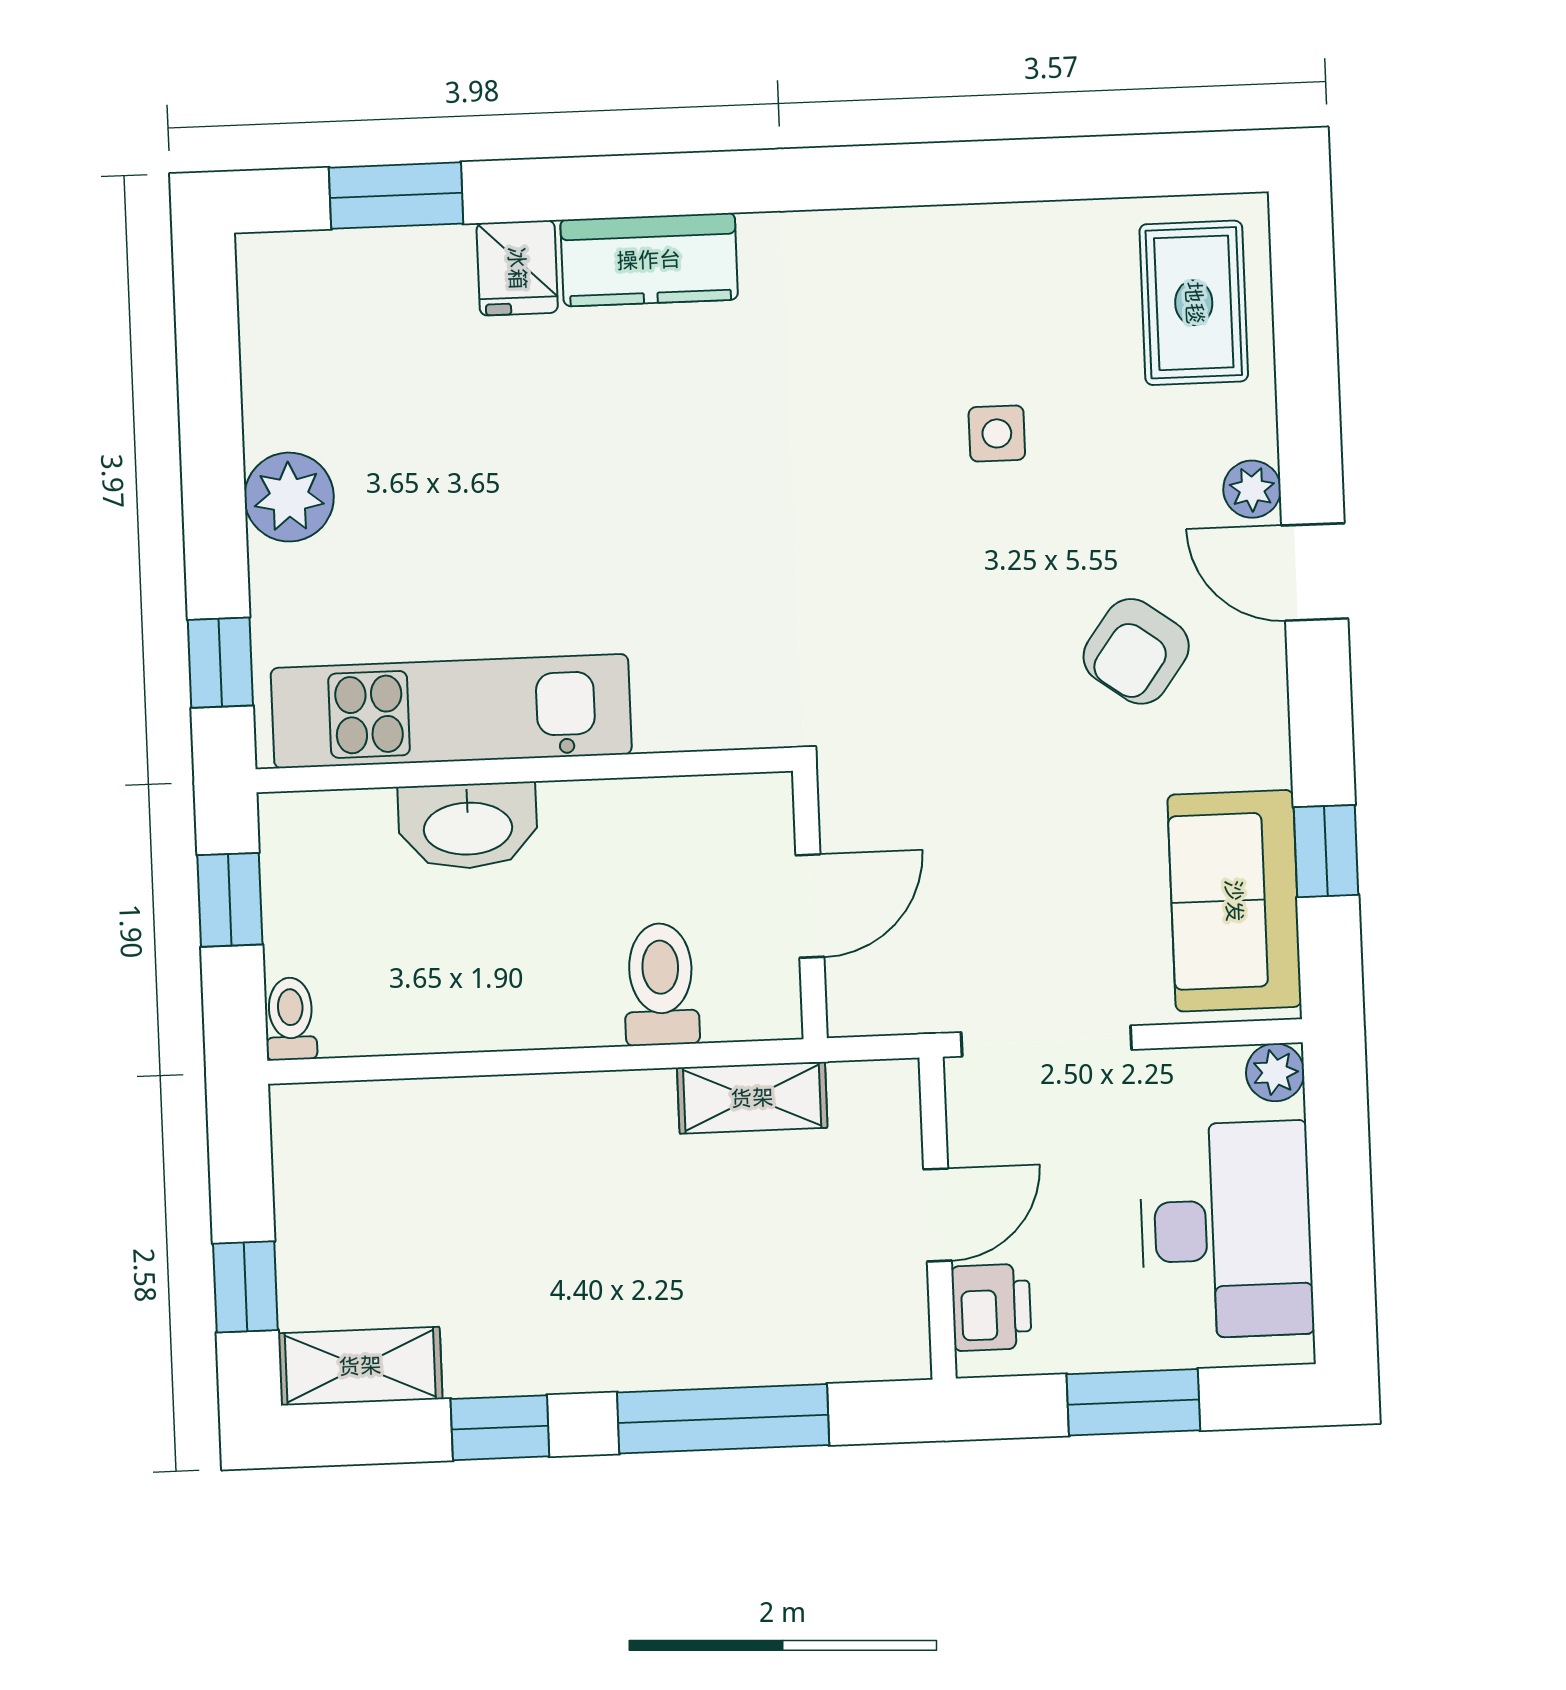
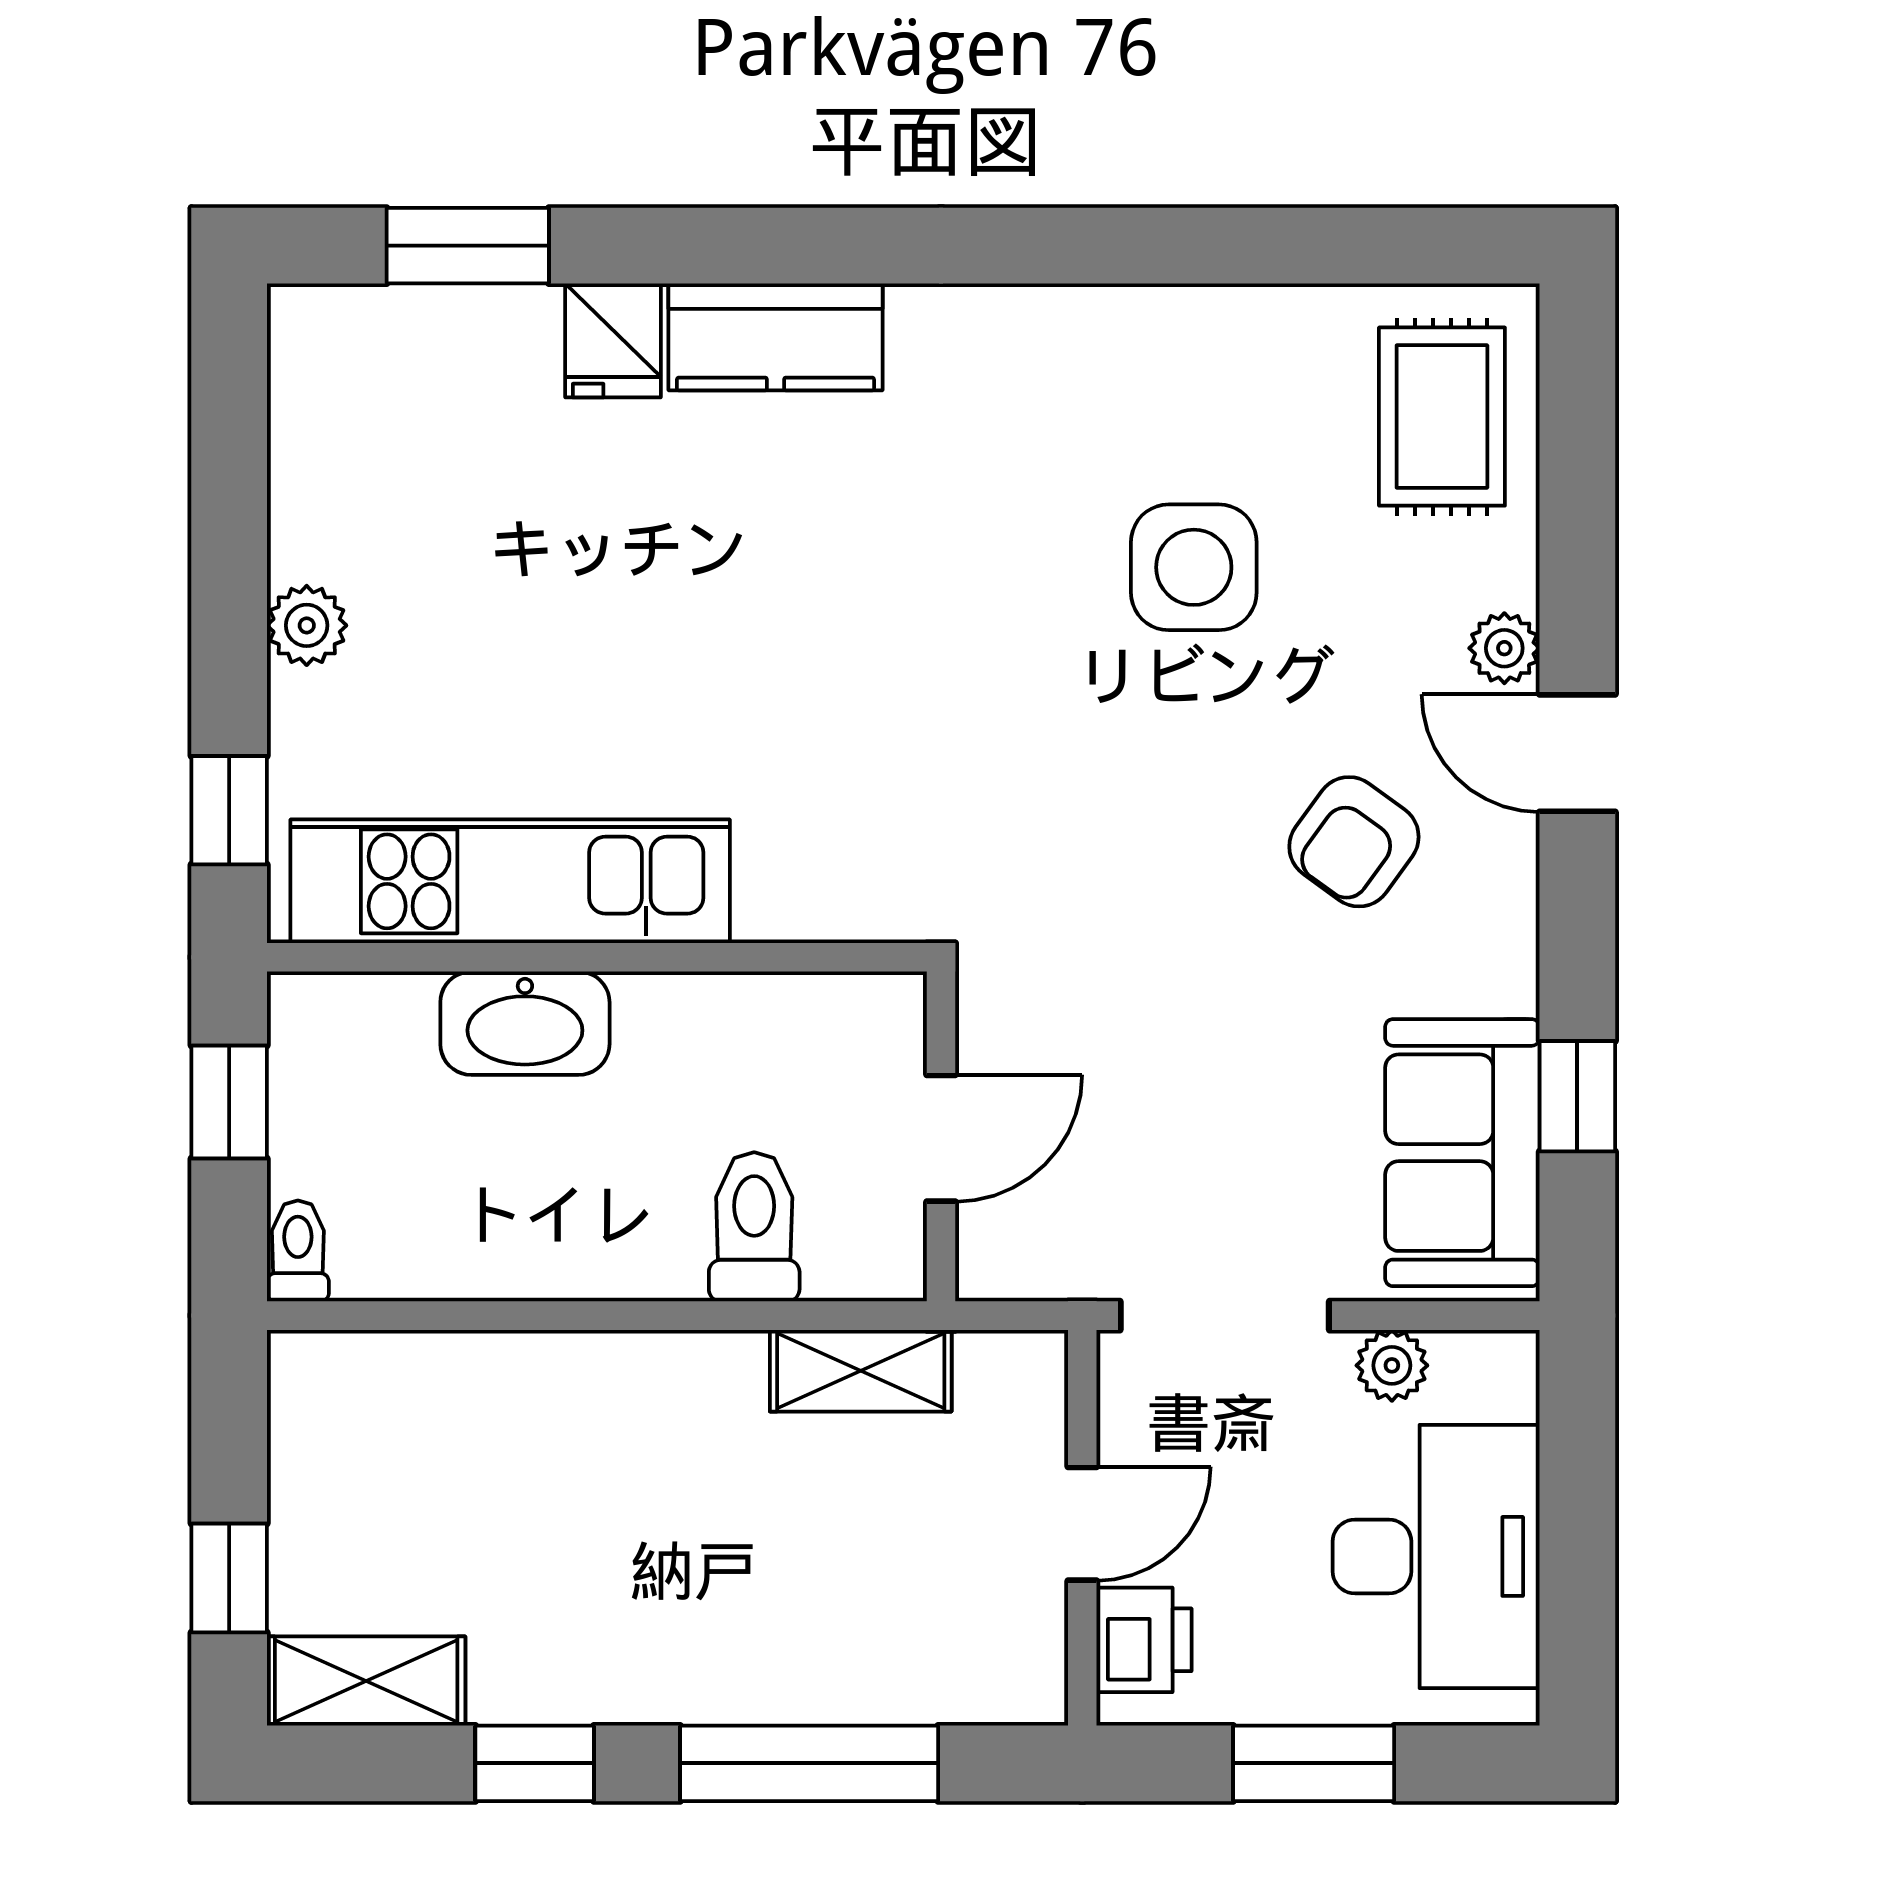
side table: (997, 433) -> (1194, 567), width x1.87, depth x1.87
plant: (289, 497) -> (307, 625), width x0.73, depth x0.73
plant: (1275, 1072) -> (1392, 1365), moved

